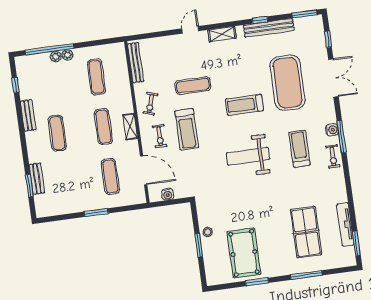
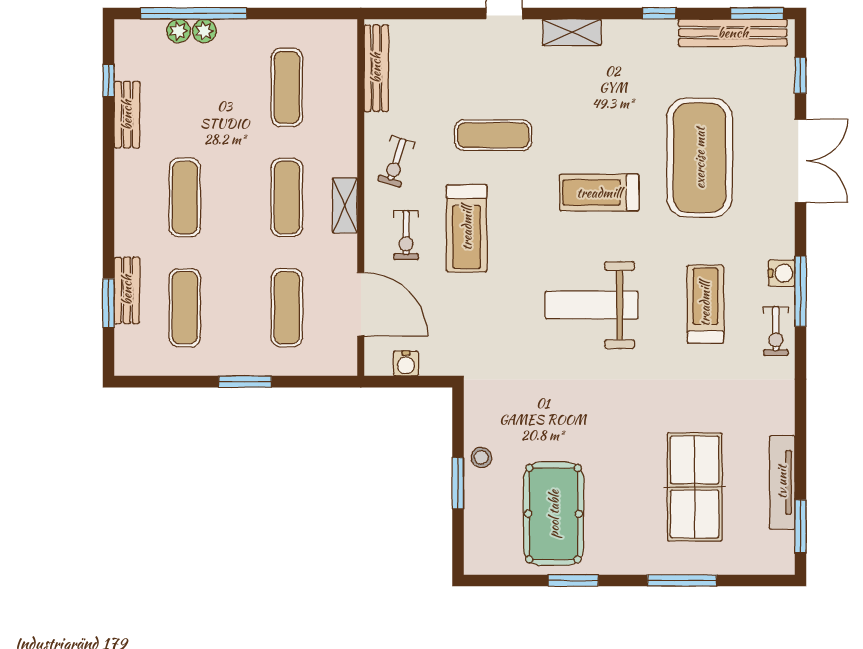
bench: (269, 28) -> (733, 33), moved
plant: (67, 55) -> (178, 31), moved
bench: (28, 115) -> (127, 115), moved
exercise mat: (64, 183) -> (185, 308), added

